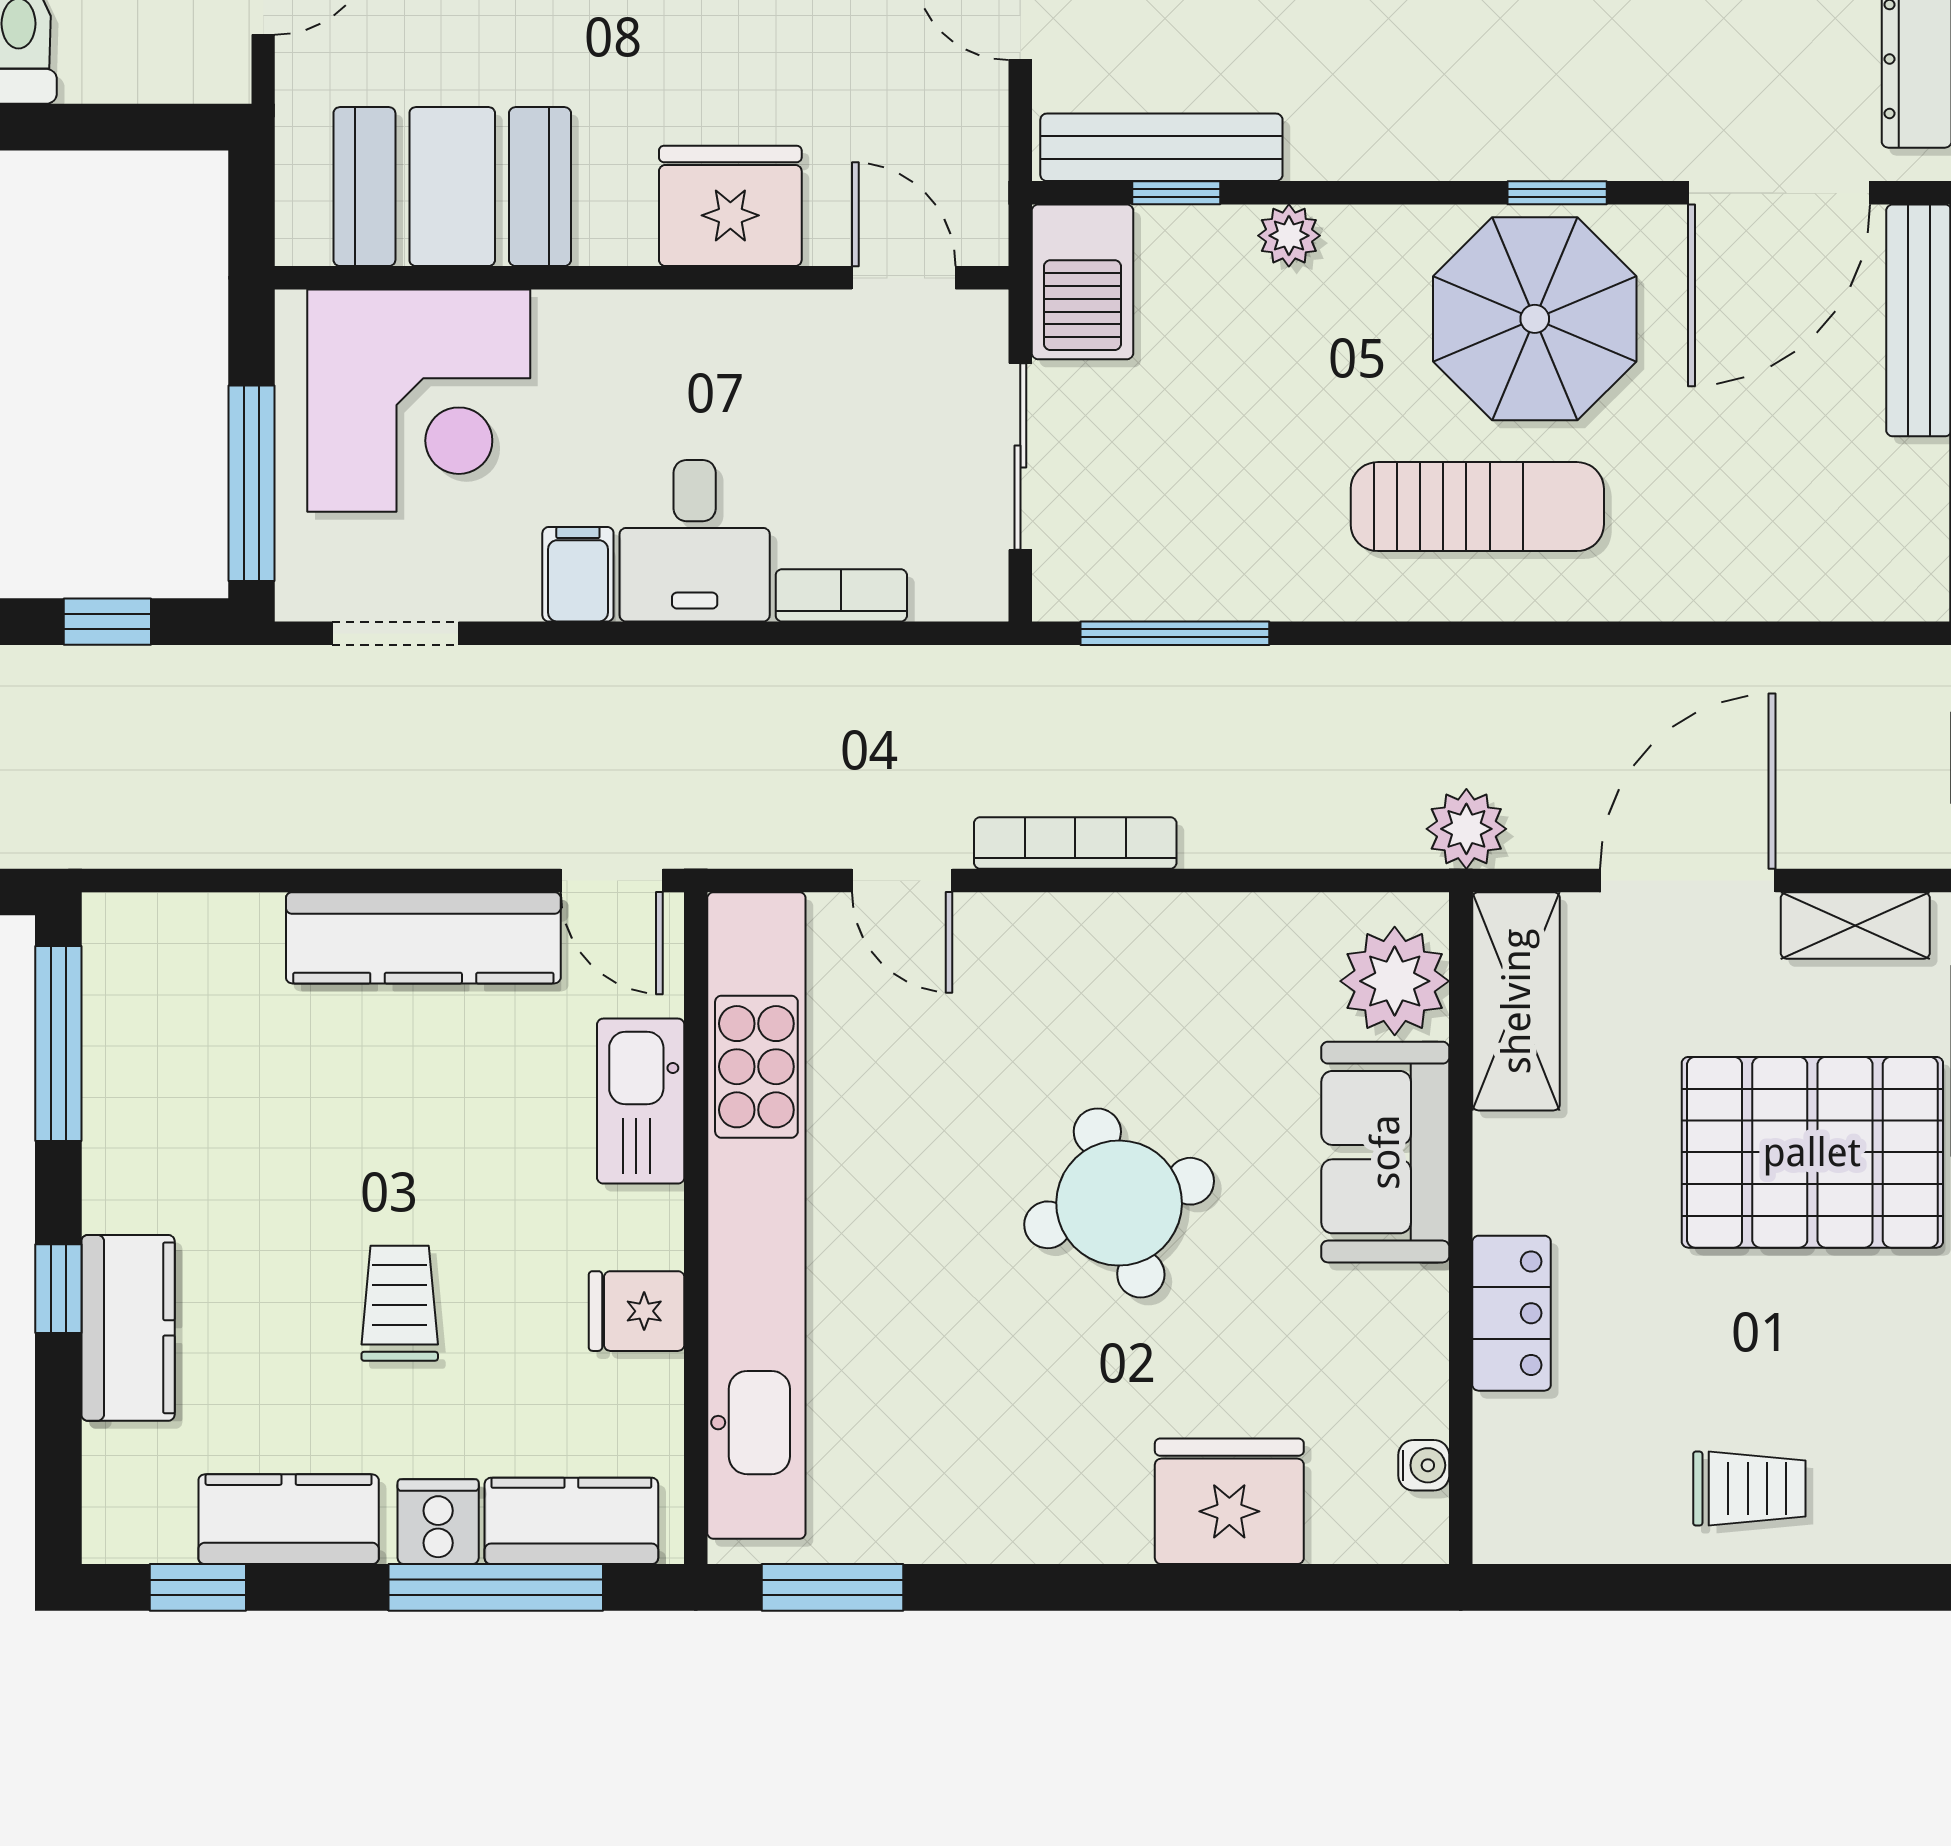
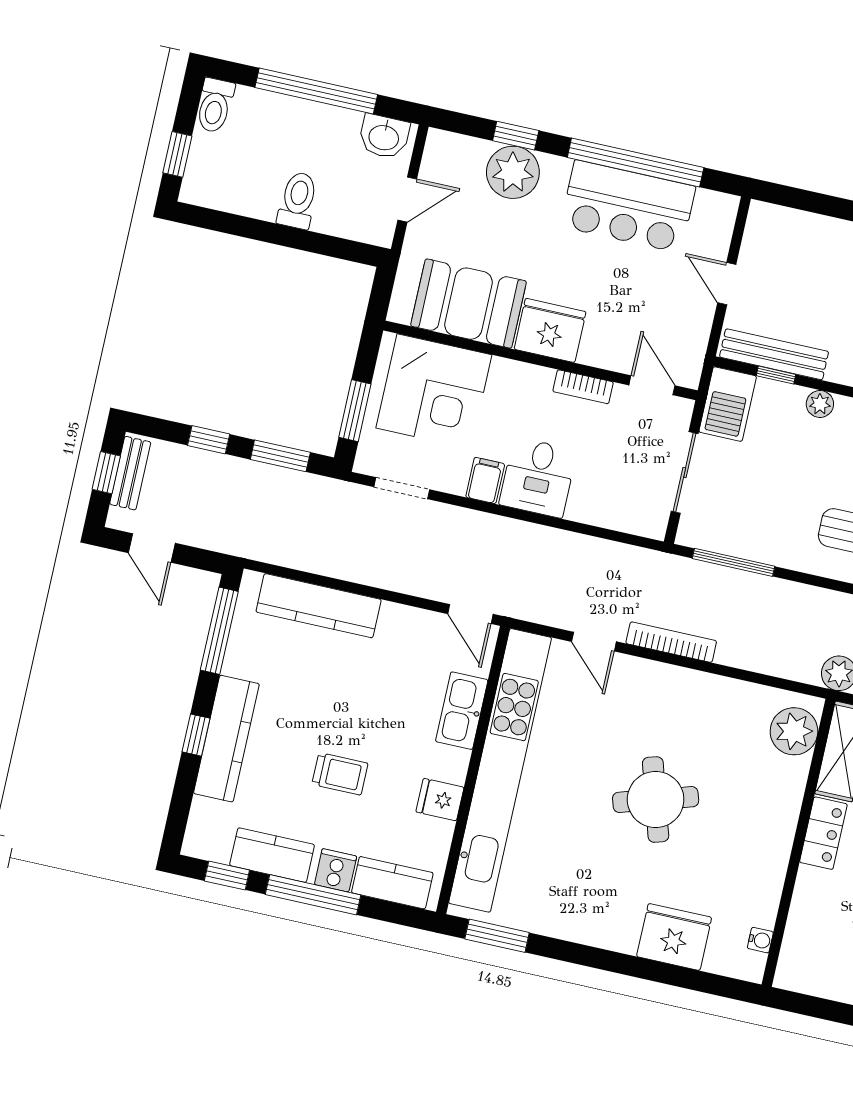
fridge: (730, 206) -> (550, 330), moved
window: (252, 483) -> (355, 411), width x0.69
bookcase: (841, 595) -> (583, 387), moved, turned 180
window: (107, 622) -> (280, 456), width x1.50
kitchen counter: (423, 938) -> (319, 606), moved
sofa: (1385, 1152) -> (774, 803), removed
trolley: (400, 1303) -> (340, 774), turned 90
locker: (1512, 1313) -> (823, 833), moved
kitchen counter: (128, 1328) -> (226, 739), width x1.50
window: (496, 1587) -> (313, 895), moved

